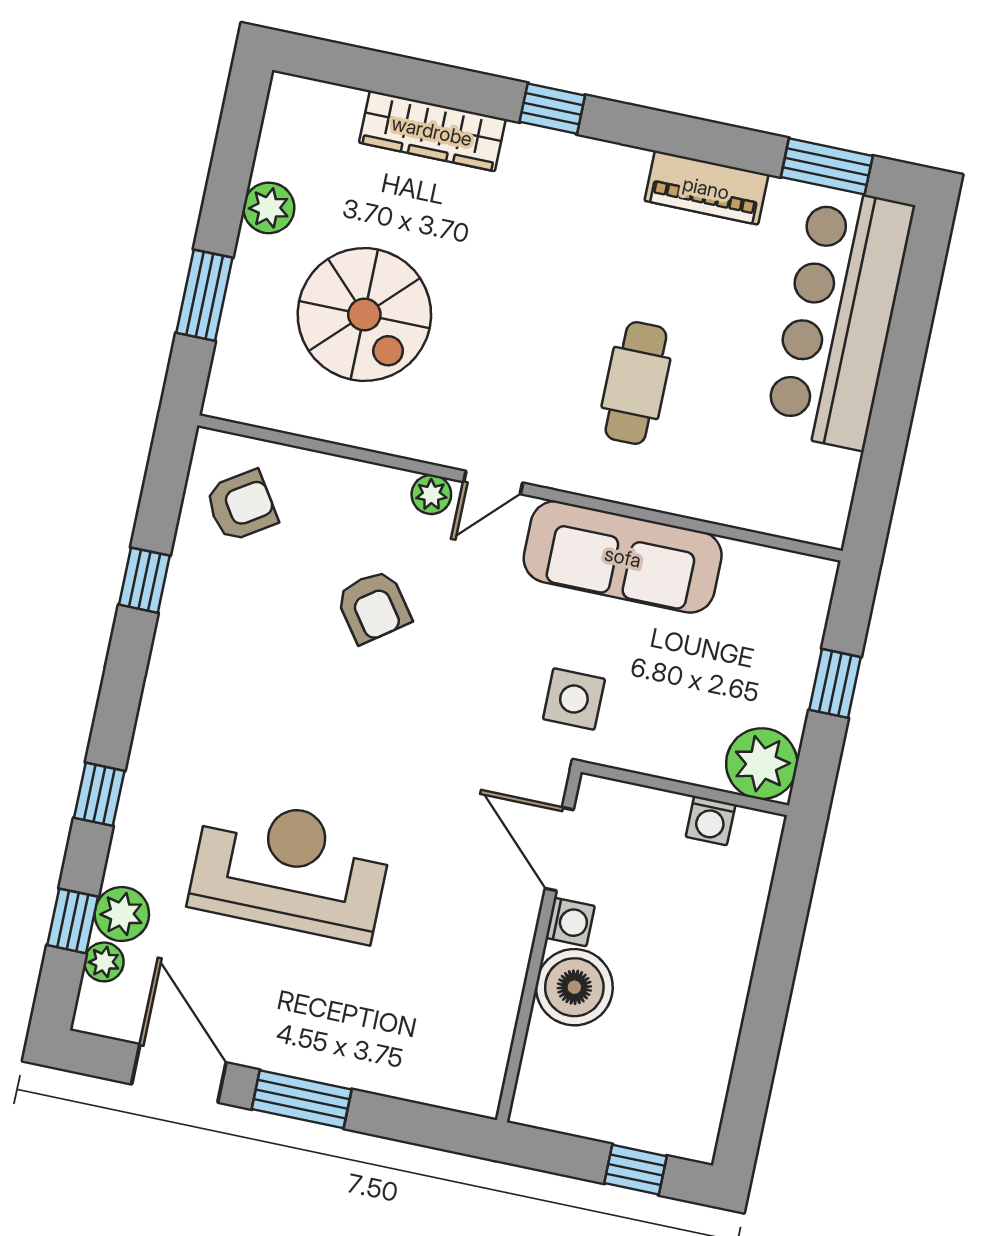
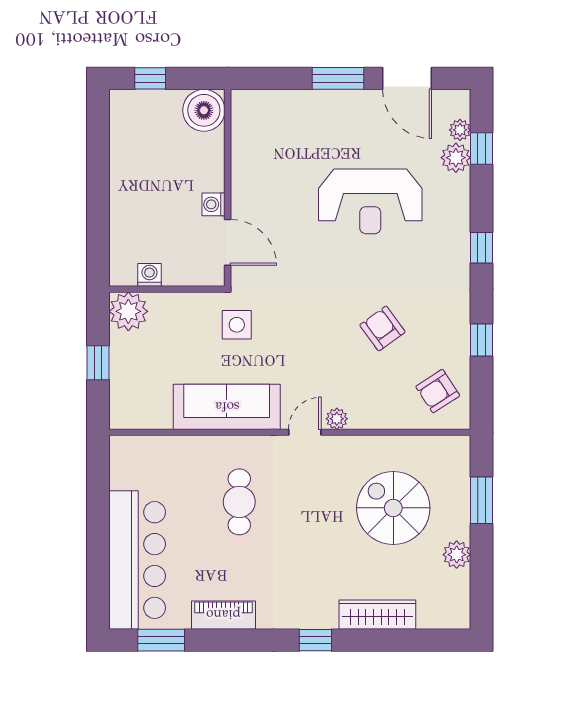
armchair: (373, 607) -> (382, 328), moved
window: (99, 794) -> (482, 248), moved
boiler: (574, 987) -> (204, 110), moved

